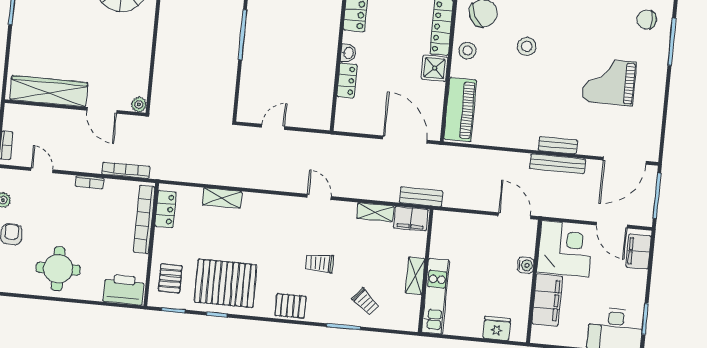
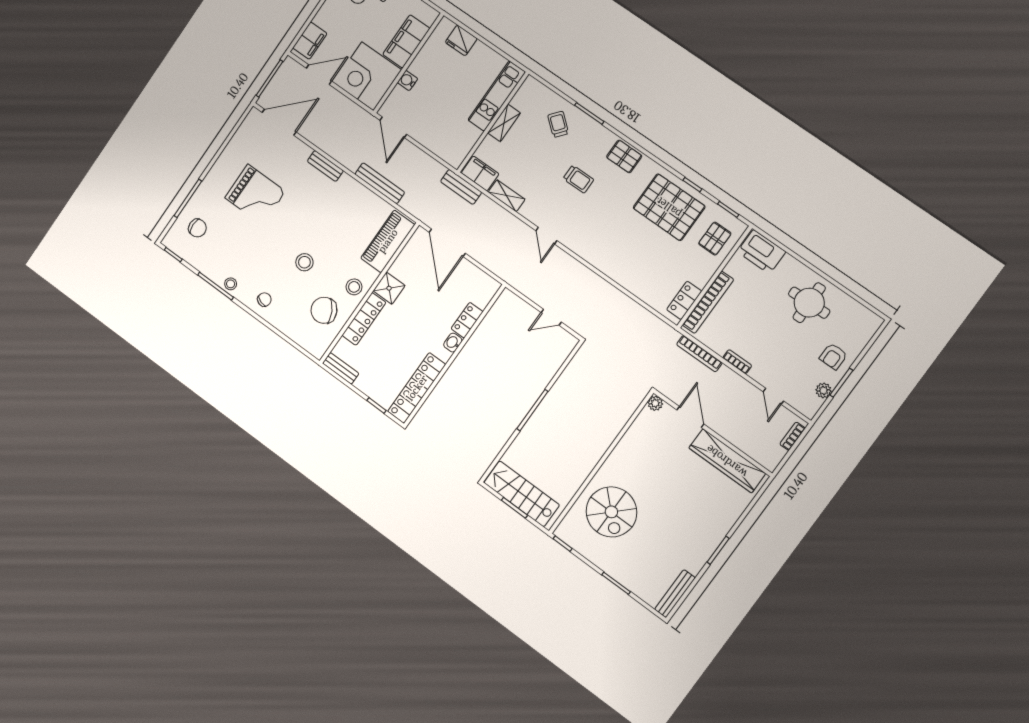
bench: (558, 164) -> (380, 183), moved
shelving: (222, 198) -> (630, 282), removed
door: (612, 225) -> (319, 75), hinge flipped

